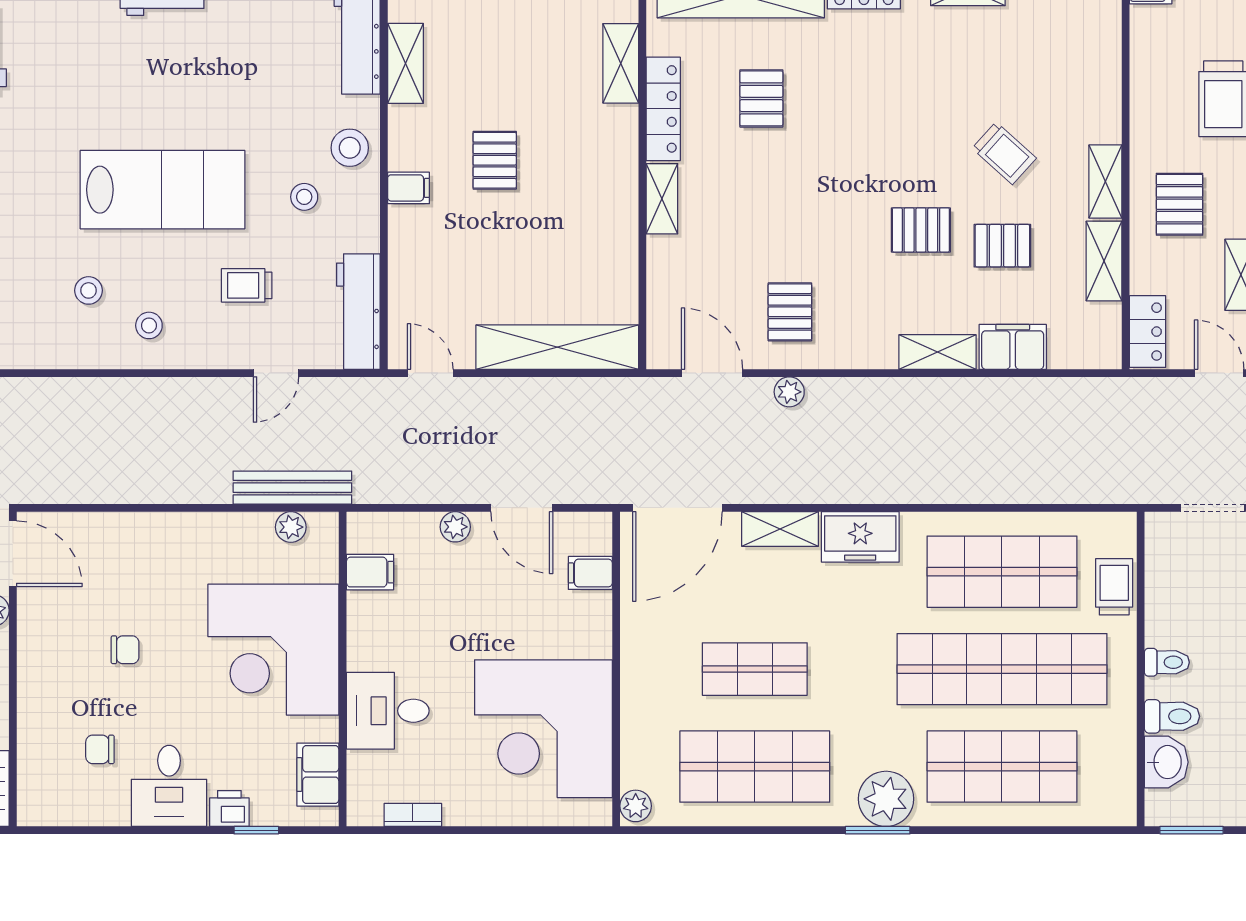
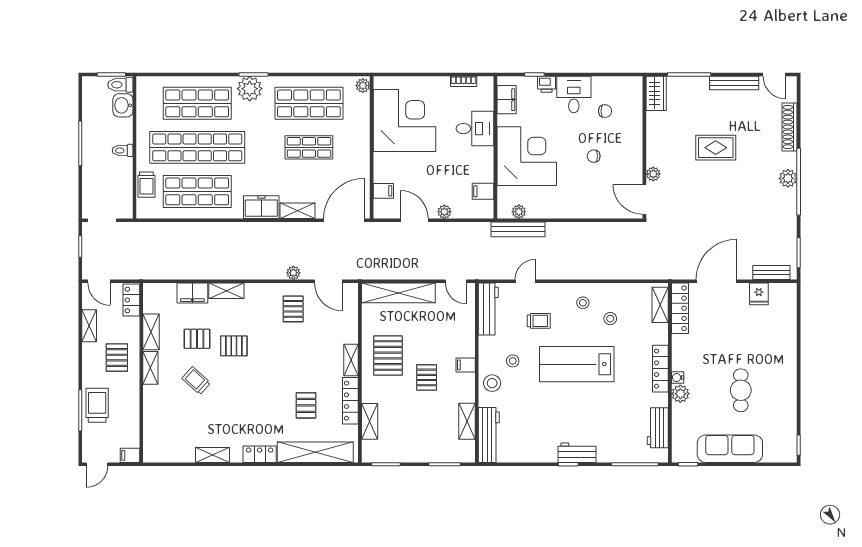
pallet: (580, 209) -> (388, 355), added
toilet: (1172, 716) -> (120, 85), moved

